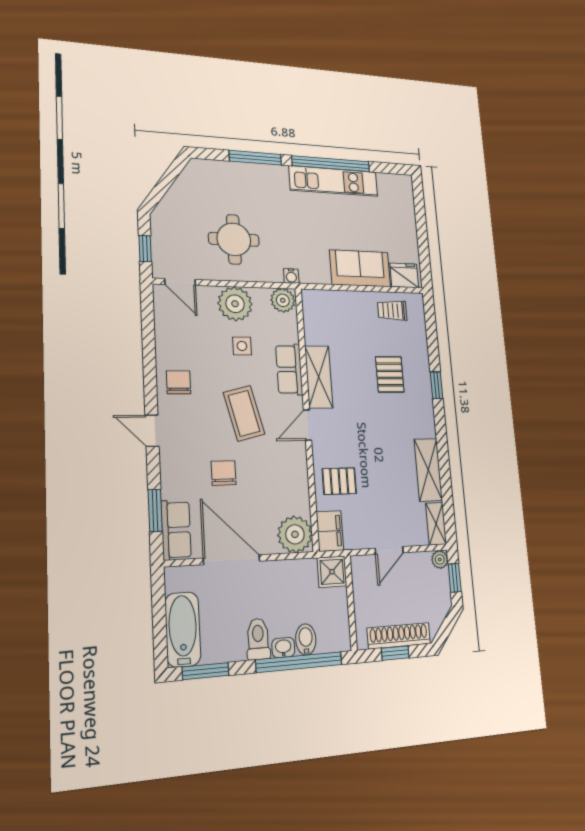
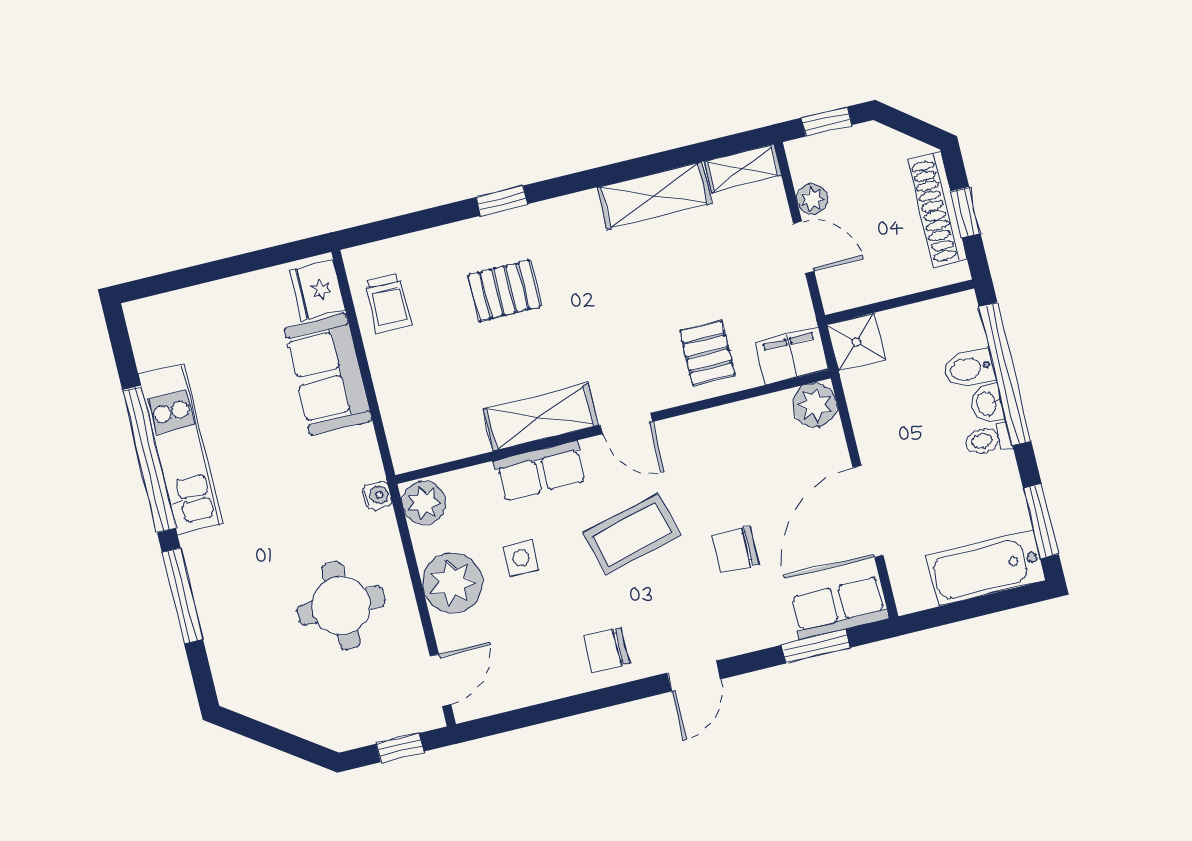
plant: (295, 534) -> (815, 405), width x0.73, depth x0.73
plant: (440, 559) -> (812, 199), moved
toilet: (258, 639) -> (988, 440), width x0.73, depth x0.72

